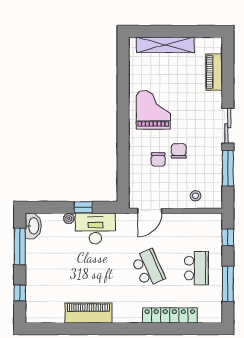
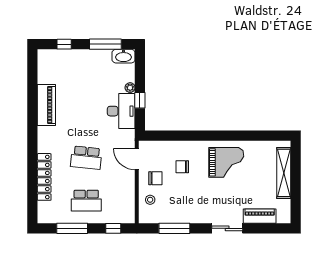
sliding door: (228, 126) -> (227, 228), moved
chair: (179, 151) -> (155, 178), moved
school desk: (148, 268) -> (86, 158), turned 30

